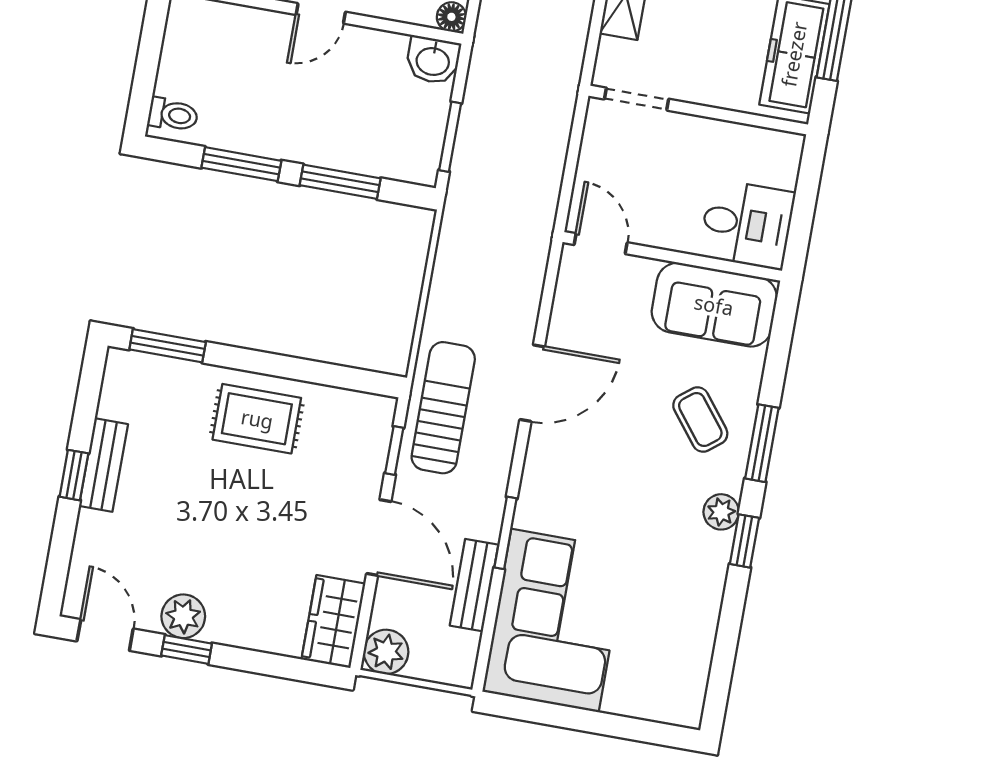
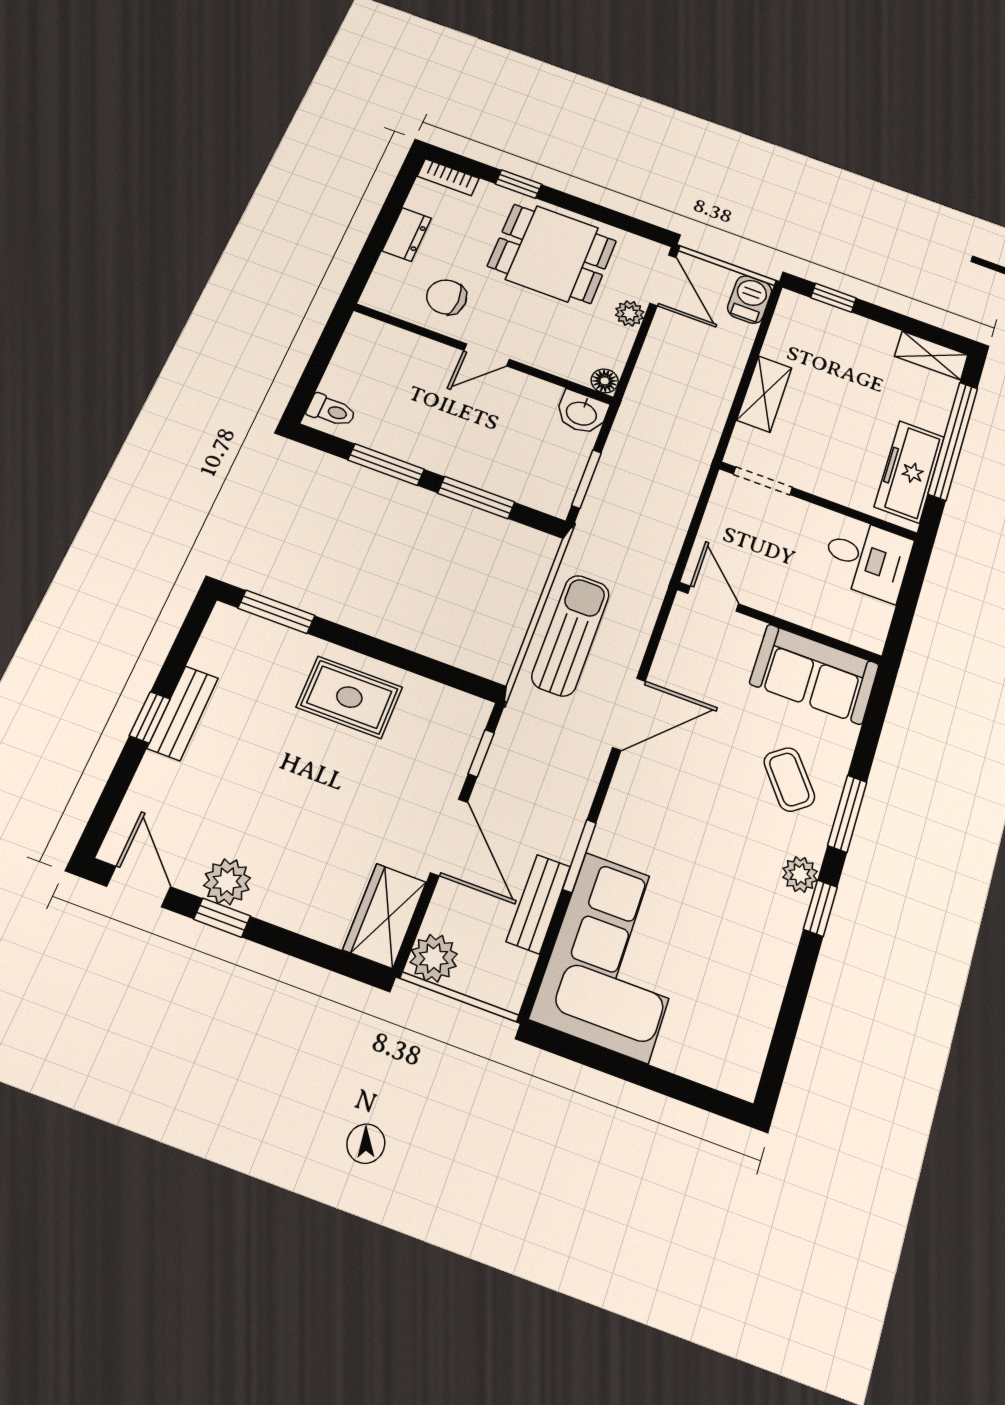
desk: (747, 224) -> (867, 559), moved
sun lounger: (443, 408) -> (571, 635), moved

